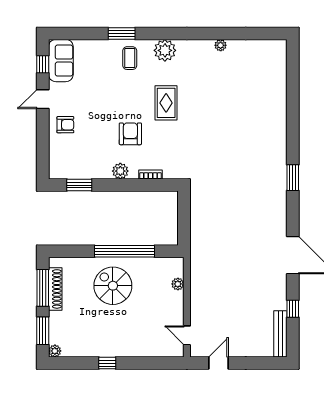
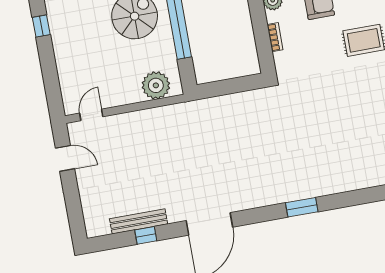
plant: (178, 284) -> (156, 85), width x1.88, depth x1.88
bench: (280, 334) -> (139, 221), moved

